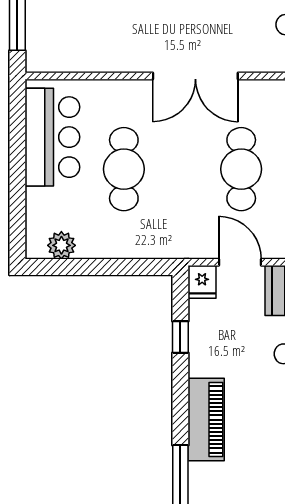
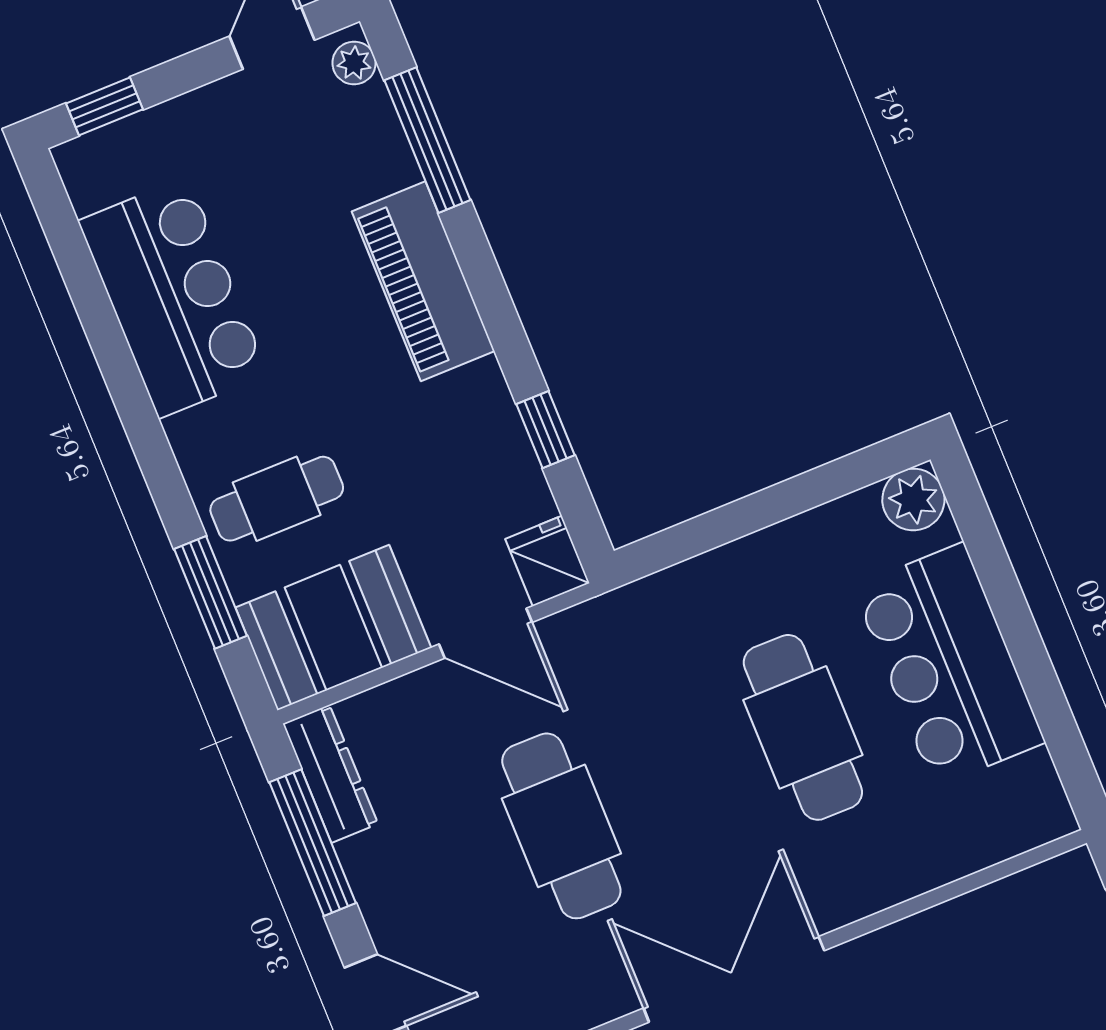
bar counter: (52, 137) -> (949, 665), moved
plant: (61, 245) -> (913, 500), moved

